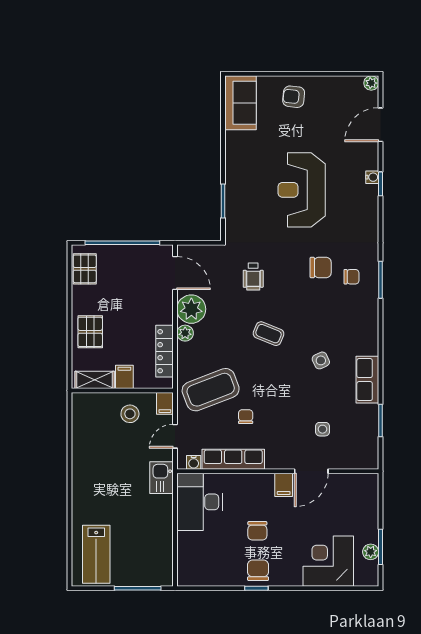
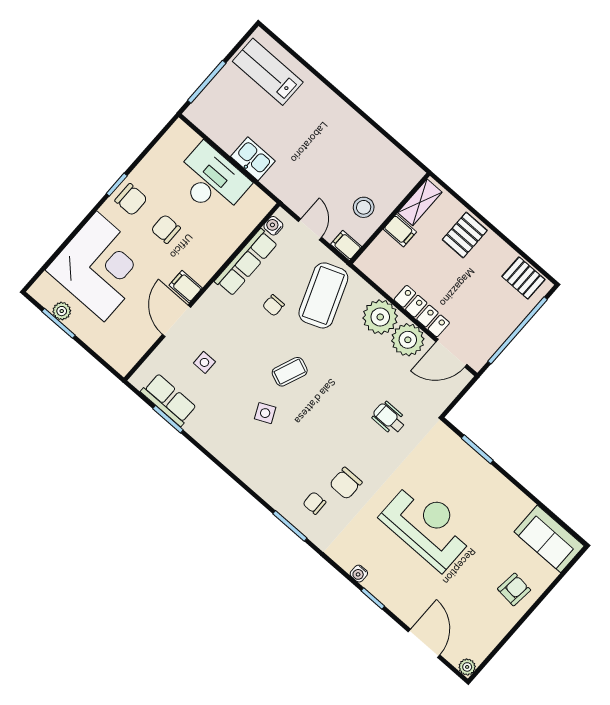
water cooler: (372, 177) -> (359, 574), moved
chair: (351, 277) -> (314, 503), turned 89
pallet: (90, 332) -> (465, 235), turned 90
plant: (185, 333) -> (380, 317), width x1.88, depth x1.88
coffee table: (269, 334) -> (290, 372), moved
locker: (164, 351) -> (422, 311), moved
row of seats: (367, 380) -> (169, 400), moved
chair: (246, 417) -> (273, 305), turned 90
kitchen sink: (162, 478) -> (253, 159), moved
desk: (200, 502) -> (211, 180), moved
corner desk: (328, 561) -> (100, 266), width x1.36, depth x1.36

